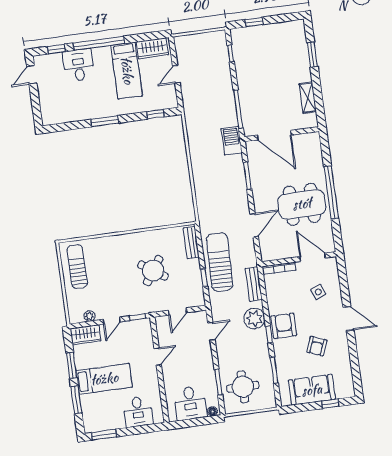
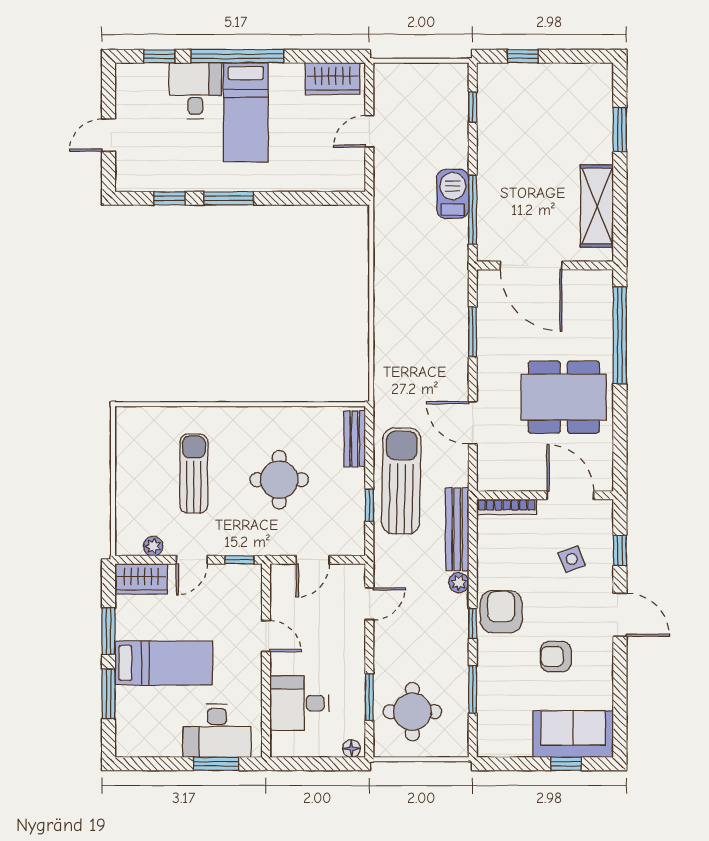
bed: (127, 70) -> (246, 112), moved
door: (32, 75) -> (109, 135), moved
shelving: (308, 98) -> (597, 206), width x1.50, depth x1.33
window: (155, 114) -> (170, 198), moved
barbecue: (232, 141) -> (453, 194), moved
window: (331, 193) -> (620, 335), moved
door: (254, 225) -> (473, 423), swing flipped
sun lounger: (77, 267) -> (194, 474), moved
round table: (153, 271) -> (279, 480), turned -34
bench: (254, 284) -> (457, 529), width x1.36
window: (344, 284) -> (620, 551), added
plant: (254, 319) -> (459, 583), width x0.53, depth x0.53
armchair: (317, 346) -> (556, 657), turned 69
door: (158, 357) -> (266, 636), hinge flipped
sofa: (312, 390) -> (573, 734), moved
desk: (190, 403) -> (299, 703), moved, turned 90
desk: (138, 412) -> (217, 731), width x1.37
window: (104, 435) -> (216, 764), moved

